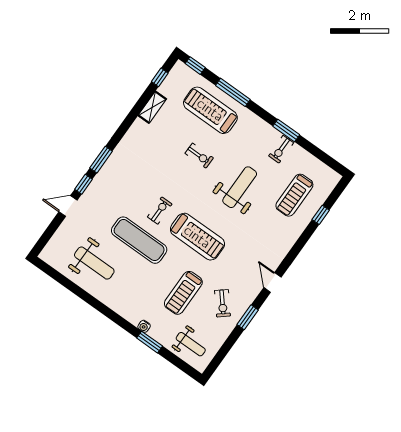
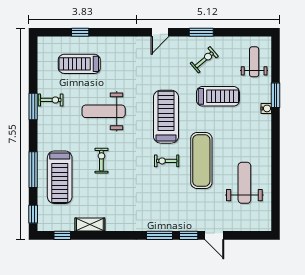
treadmill: (294, 195) -> (79, 64), turned 180

